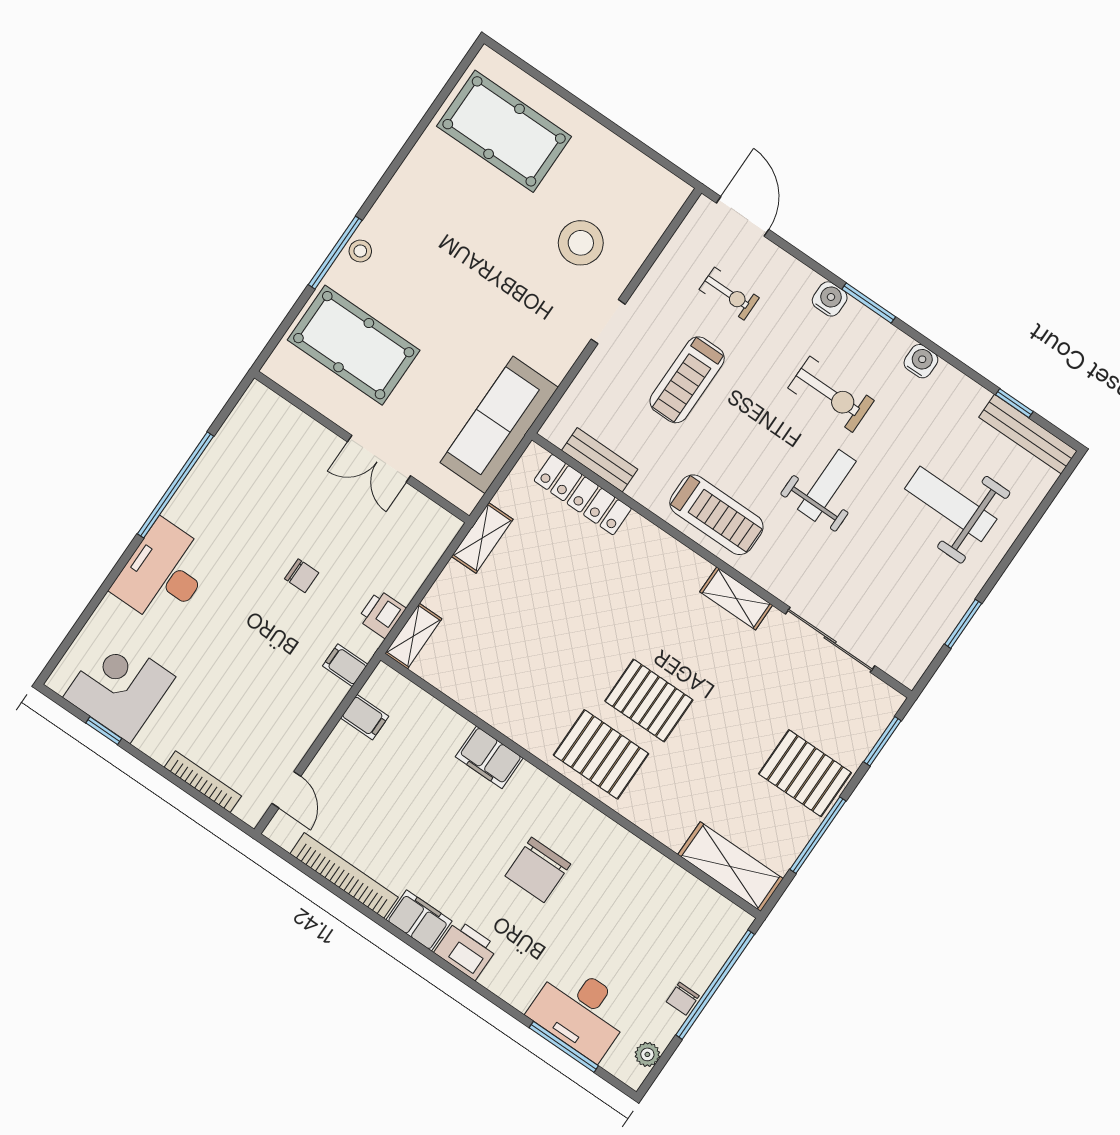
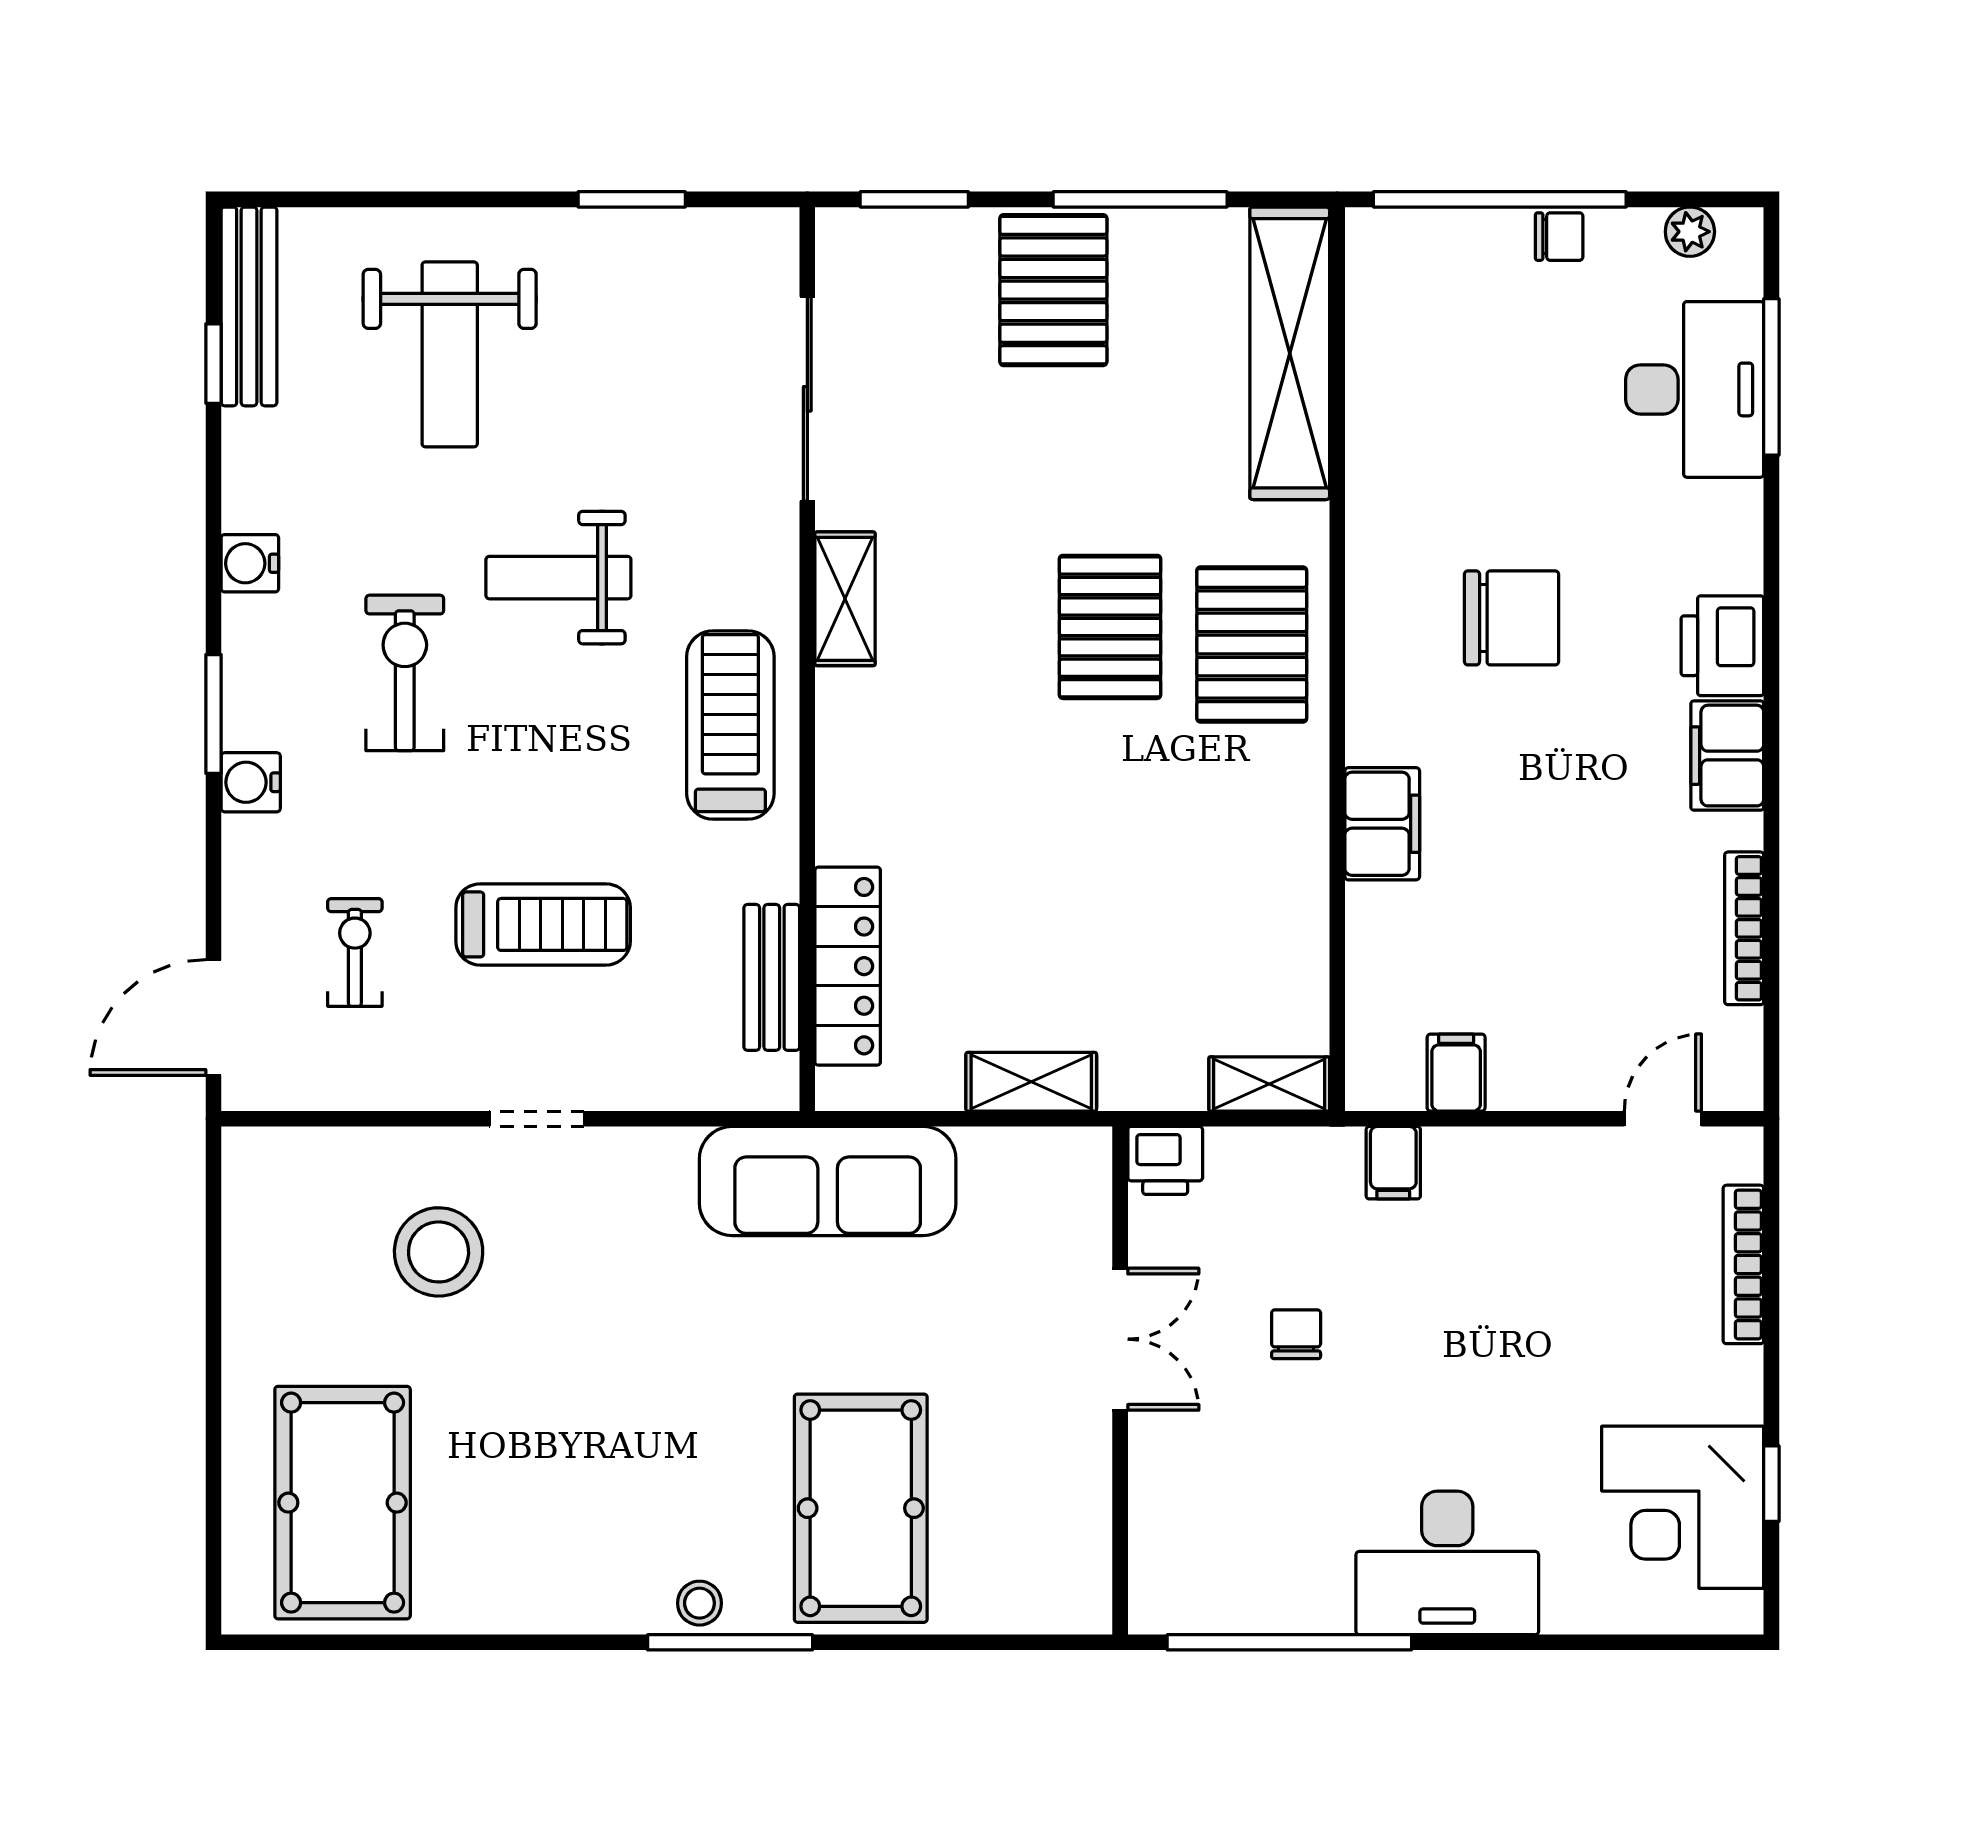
wall: (362, 447) -> (1120, 1381), moved
double door: (379, 459) -> (1120, 1339), moved
printer: (382, 614) -> (1165, 1160), moved
shelving: (731, 867) -> (1290, 353), width x1.47
bookcase: (344, 875) -> (1744, 928), width x0.68, depth x0.76

